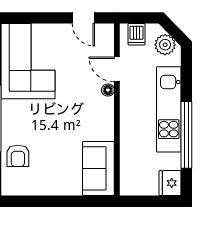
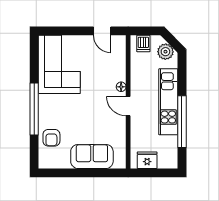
door: (117, 69) -> (128, 106), moved
sofa: (98, 168) -> (92, 156), moved, turned 90
fridge: (170, 183) -> (147, 160), moved, turned 90

